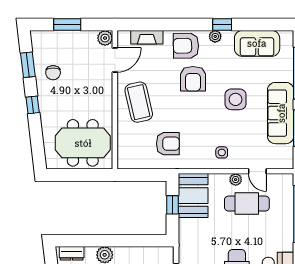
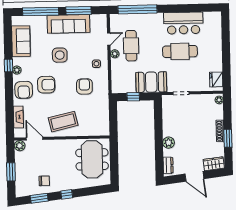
armchair: (168, 144) -> (84, 86), moved
booth: (193, 196) -> (151, 82), moved

